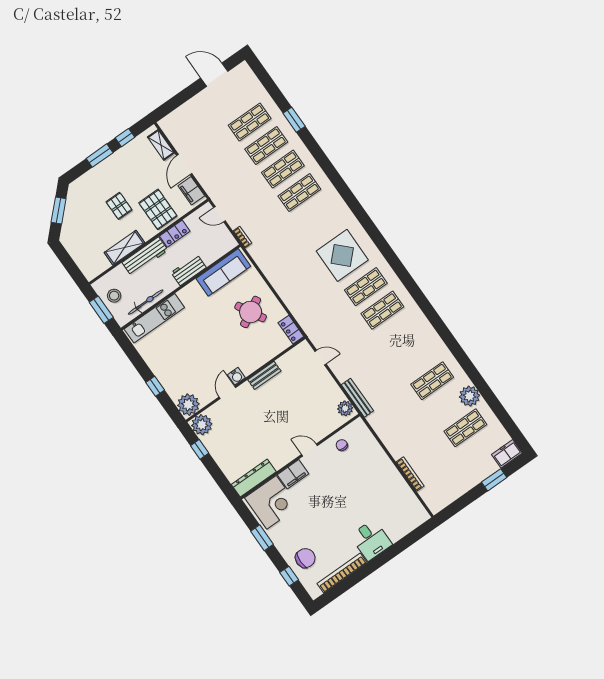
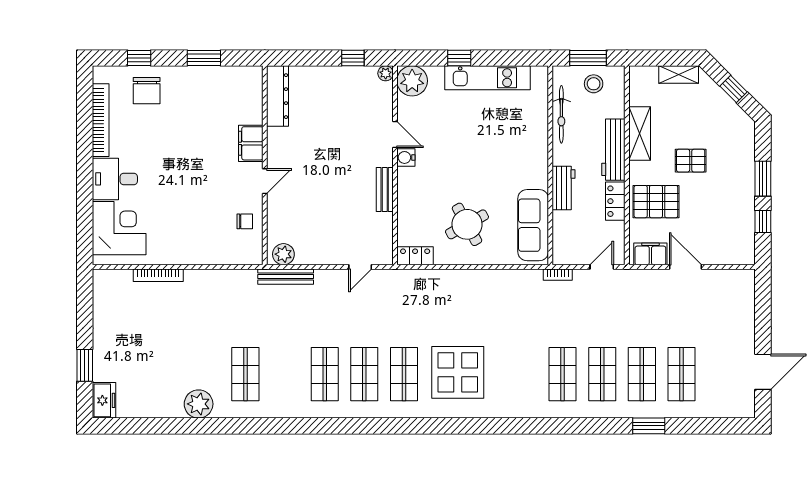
shelving: (161, 145) -> (679, 75), moved
window: (59, 210) -> (734, 89), width x0.67
kitchen unit: (154, 318) -> (487, 78), moved, turned -90
plant: (202, 425) -> (386, 73), width x0.53, depth x0.53
shop shelf: (465, 428) -> (325, 374), moved
corner desk: (271, 502) -> (119, 228), moved, turned 180

